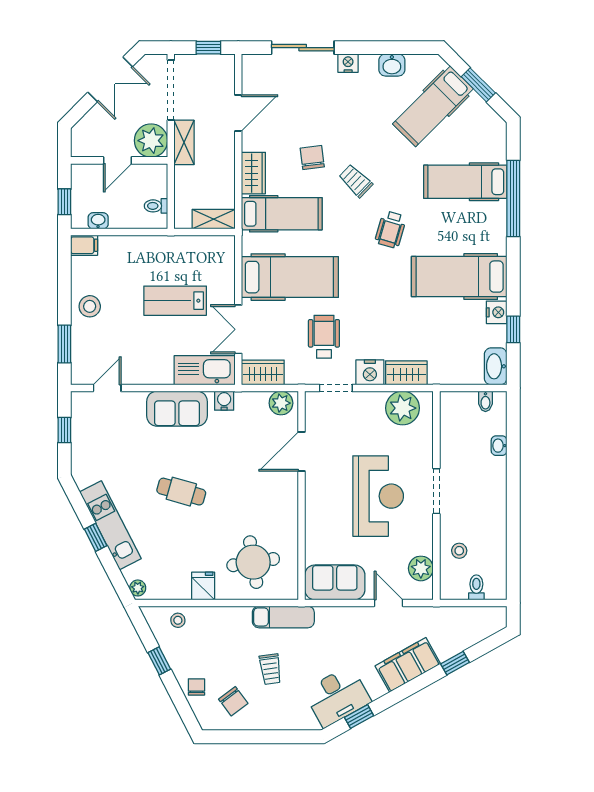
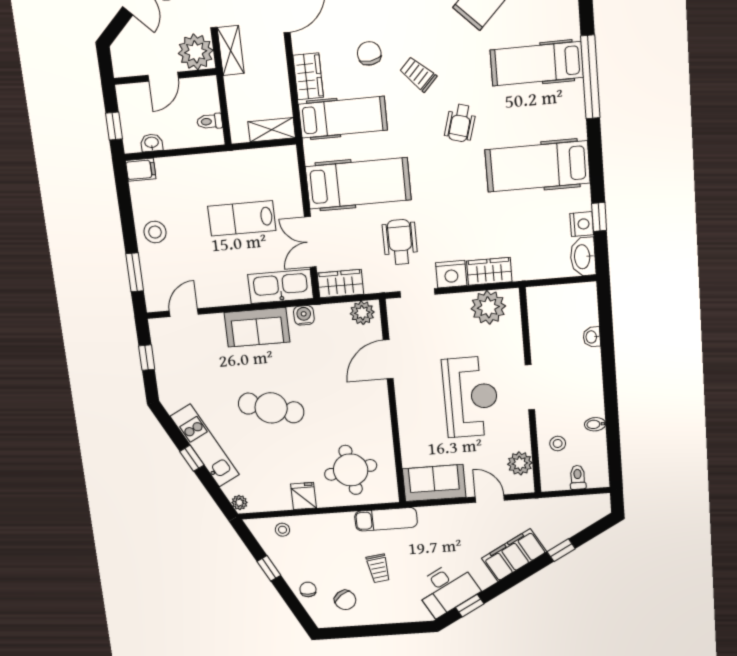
nightstand: (497, 312) -> (582, 224), moved
bidet: (485, 401) -> (595, 424), moved, turned 90
cafe table: (181, 492) -> (271, 408), width x1.37, depth x1.35

